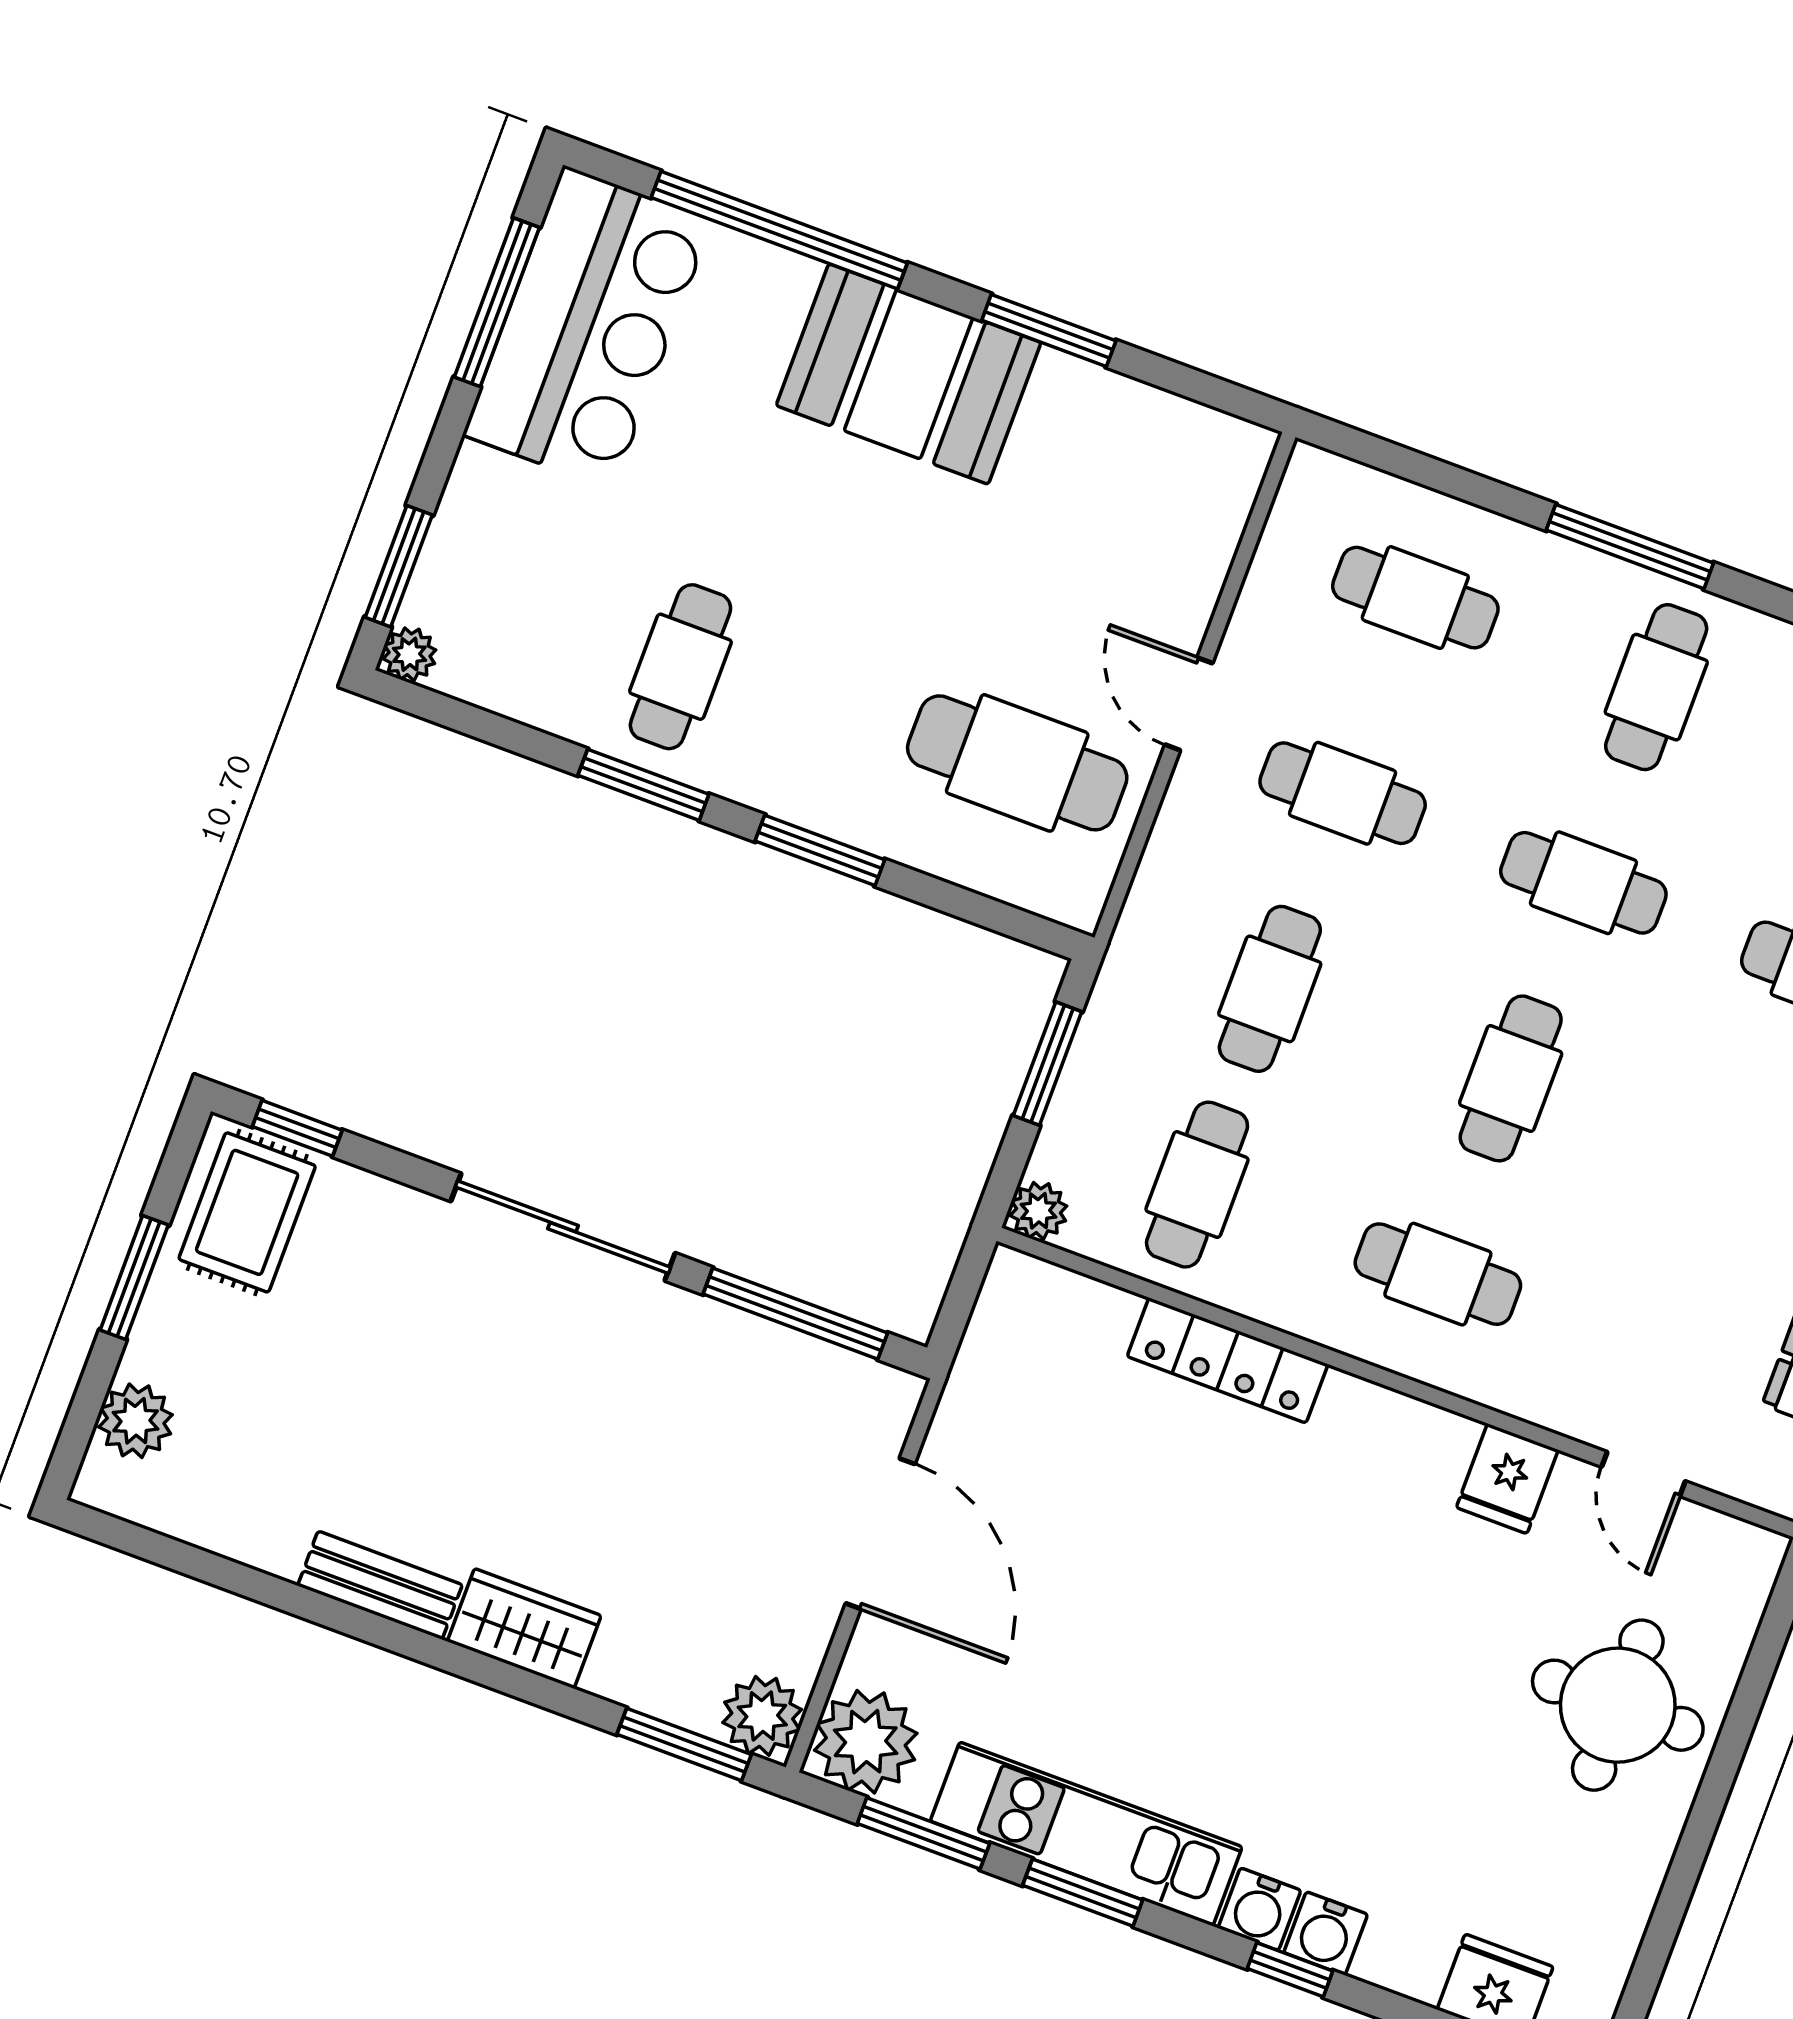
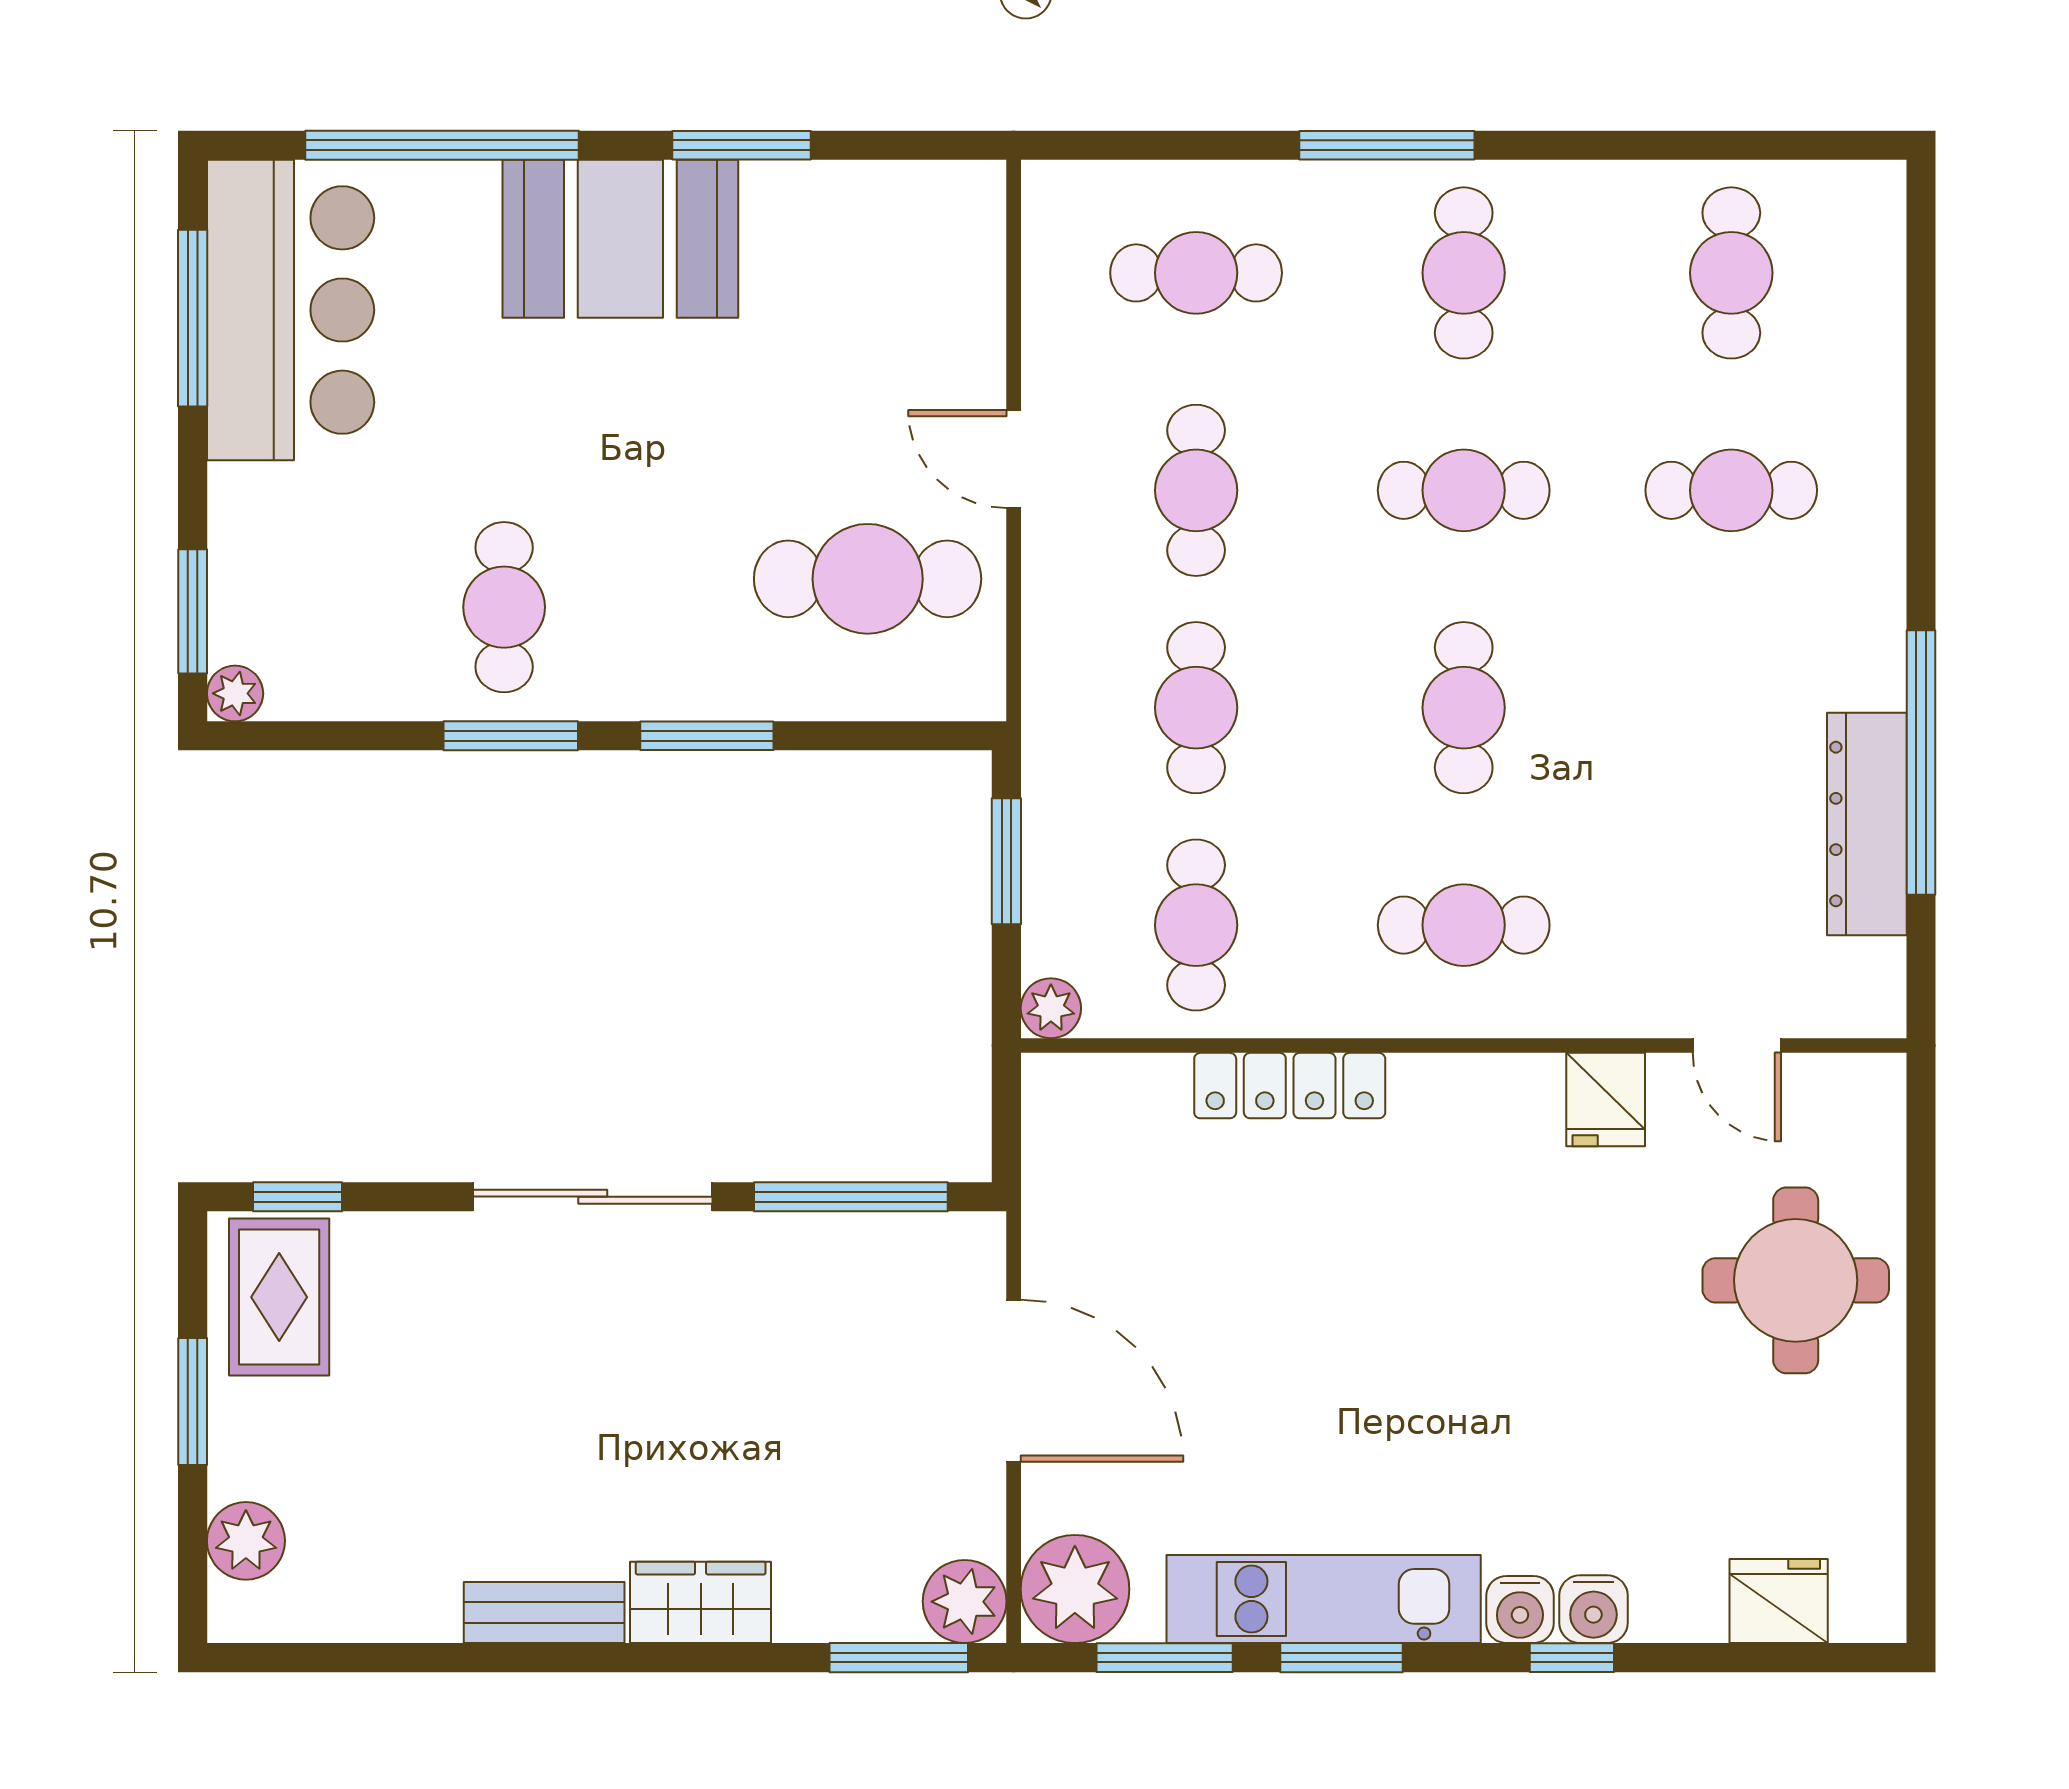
cafe table: (1343, 793) -> (1196, 490), turned 90

